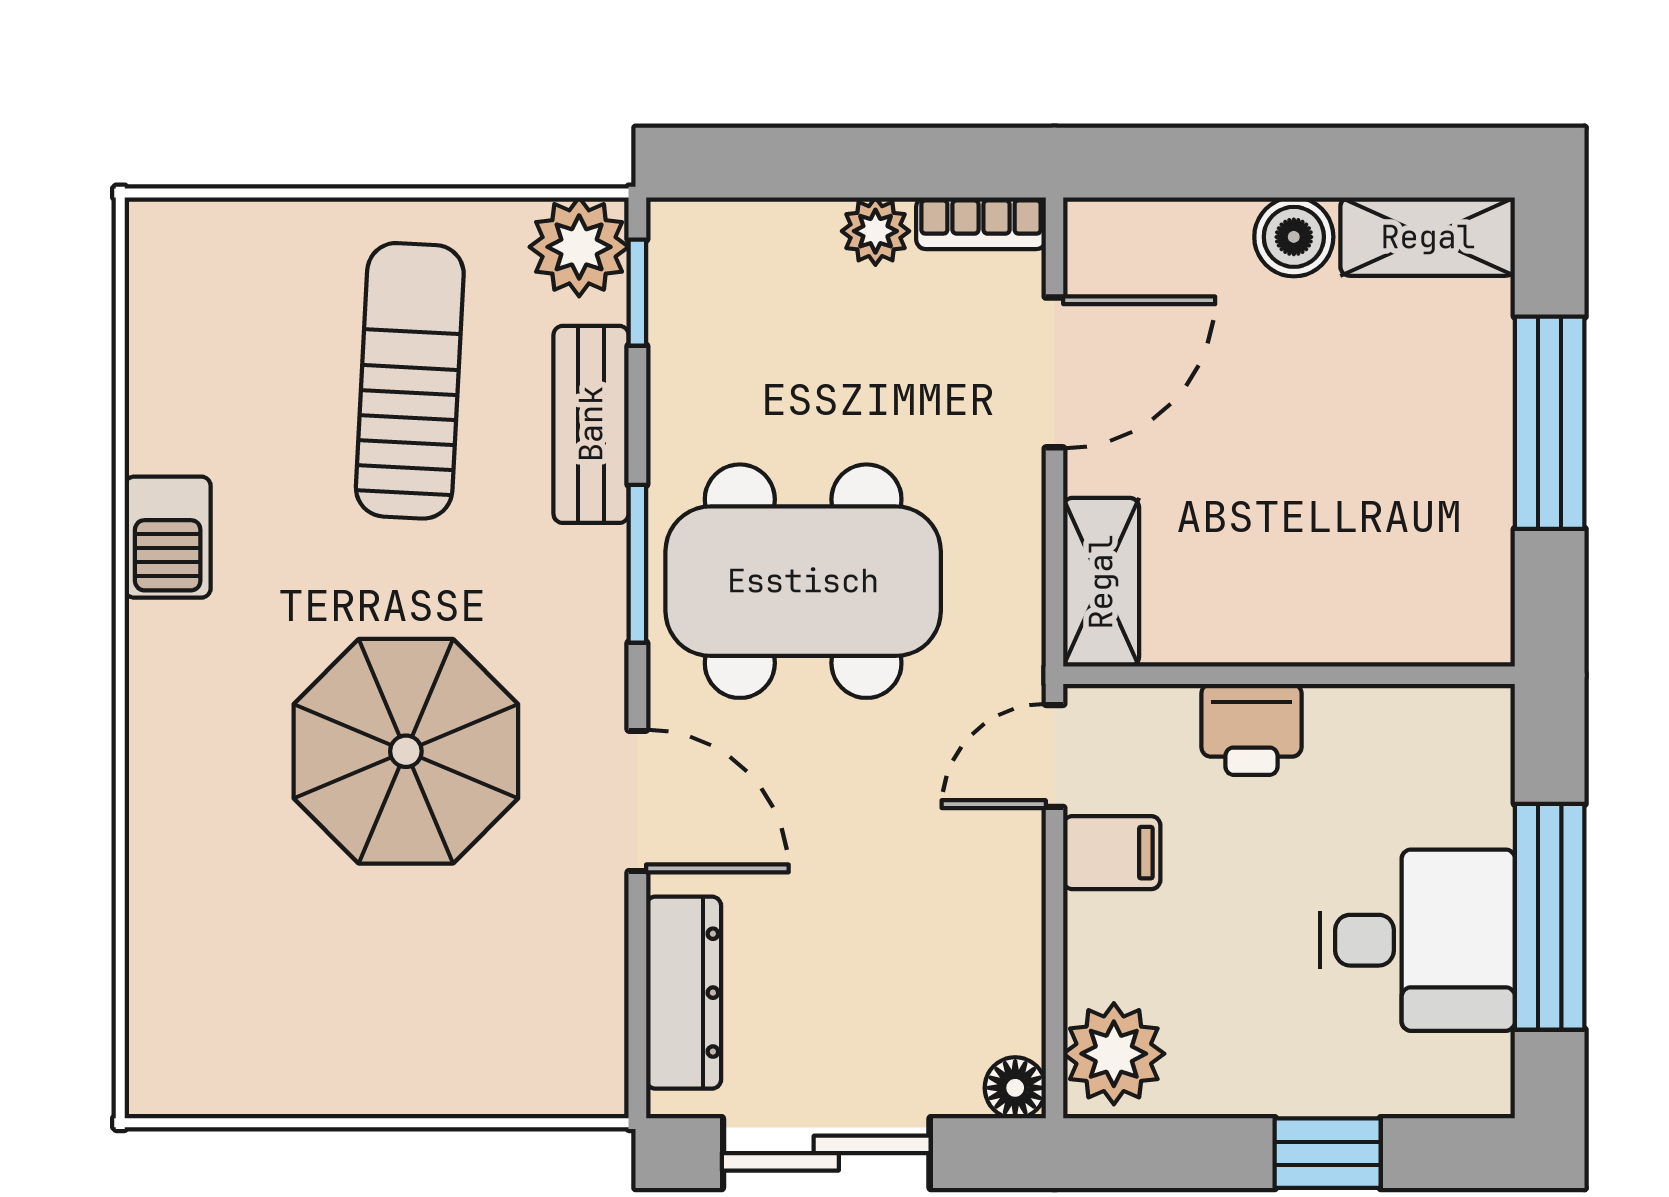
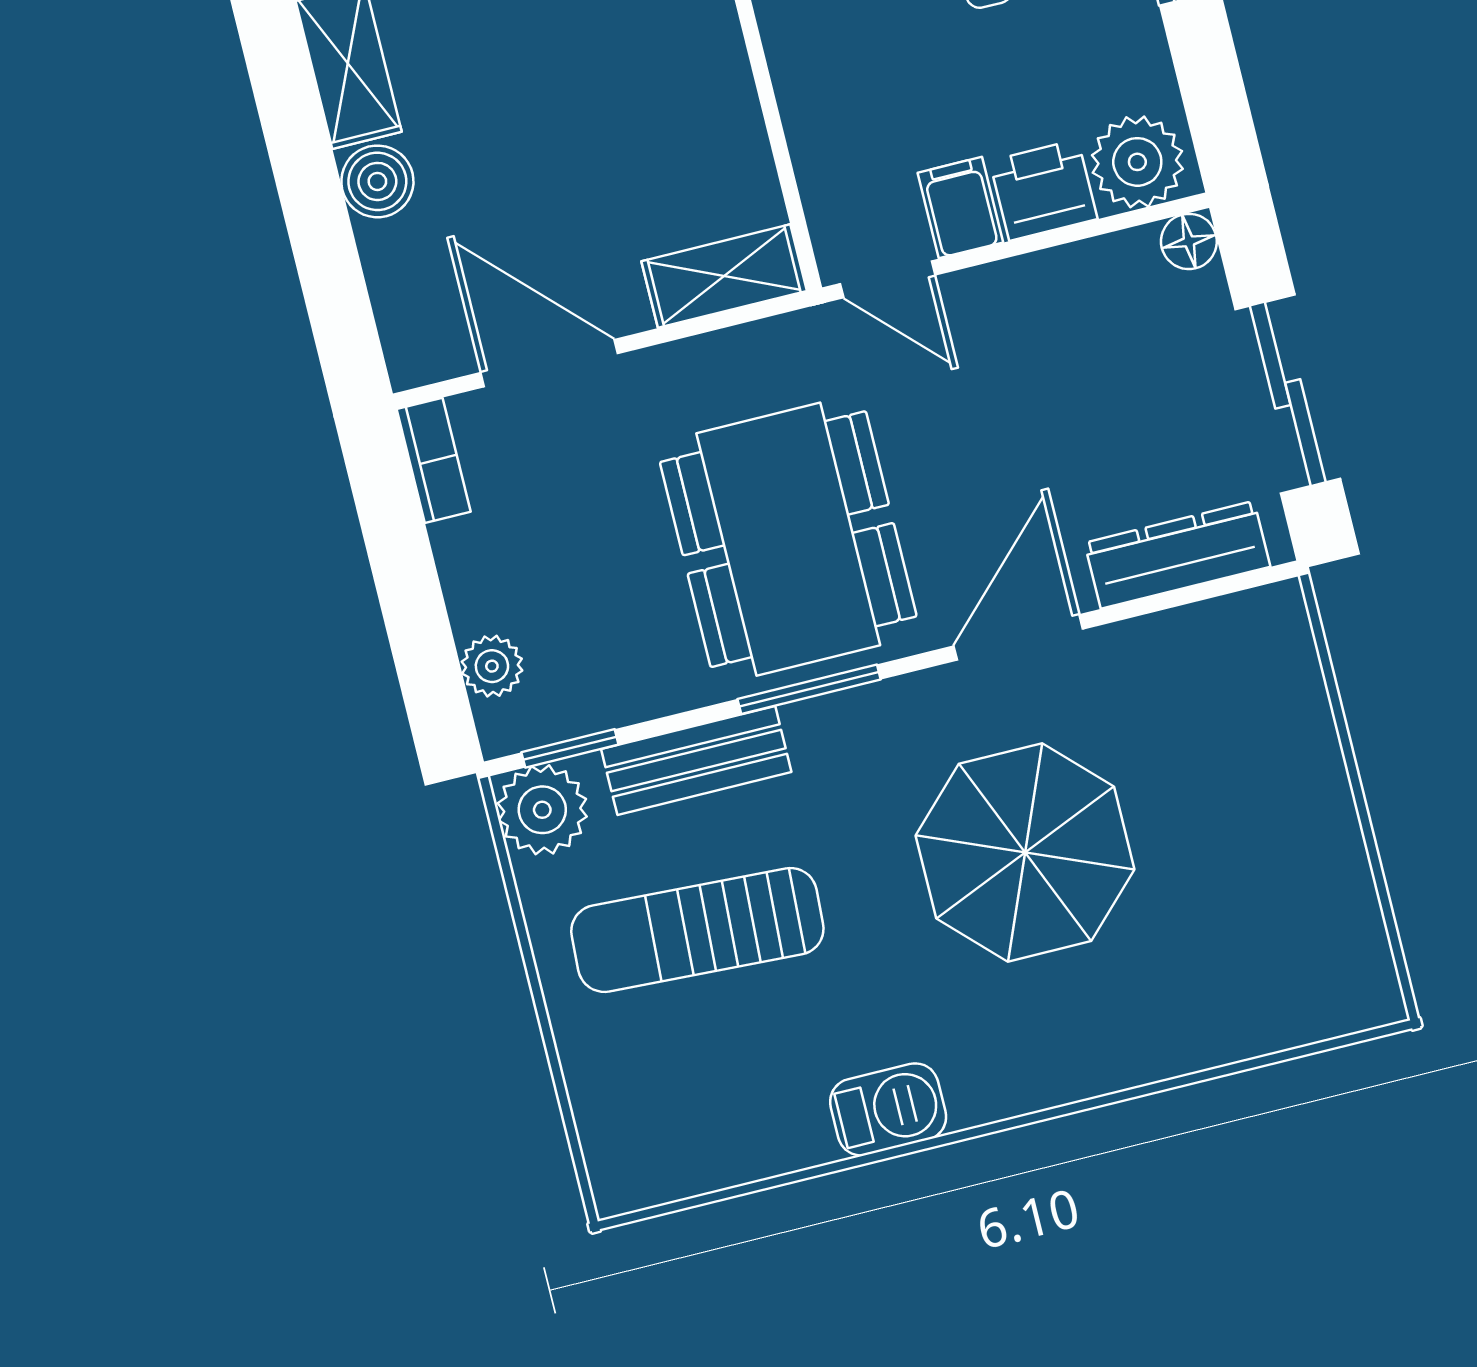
plant: (875, 231) -> (492, 666), moved
printer: (1251, 729) -> (1044, 190), moved, turned -90

